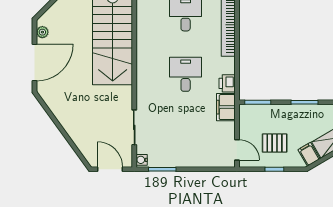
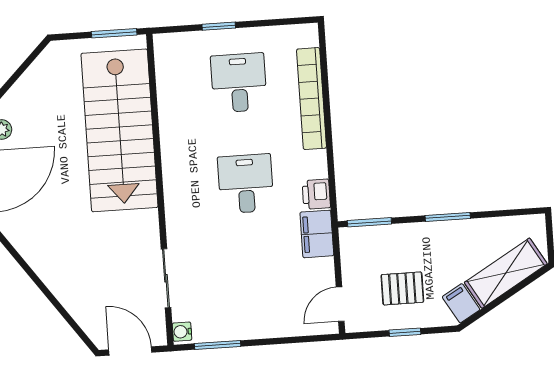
door: (237, 150) -> (340, 304), swing flipped

